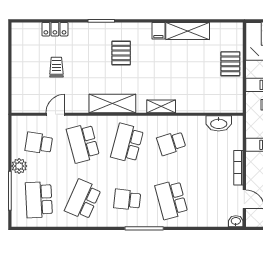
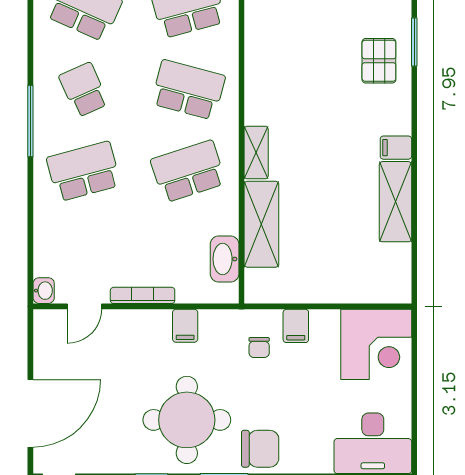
pallet: (121, 53) -> (379, 61), moved, turned 90
pallet: (230, 64) -> (335, 280), removed
shelving: (112, 103) -> (261, 224), moved
school desk: (171, 143) -> (188, 171), width x1.85
school desk: (127, 200) -> (84, 90), turned -30

